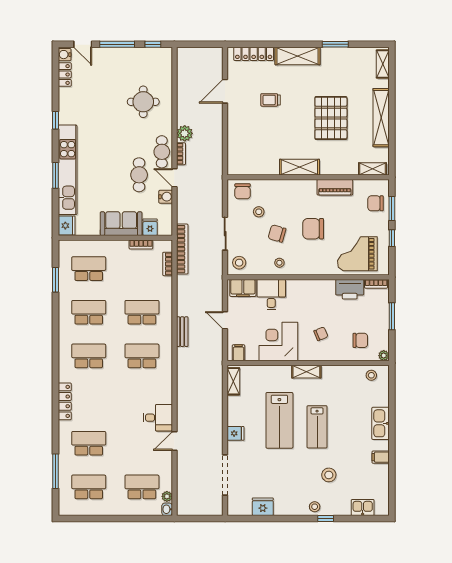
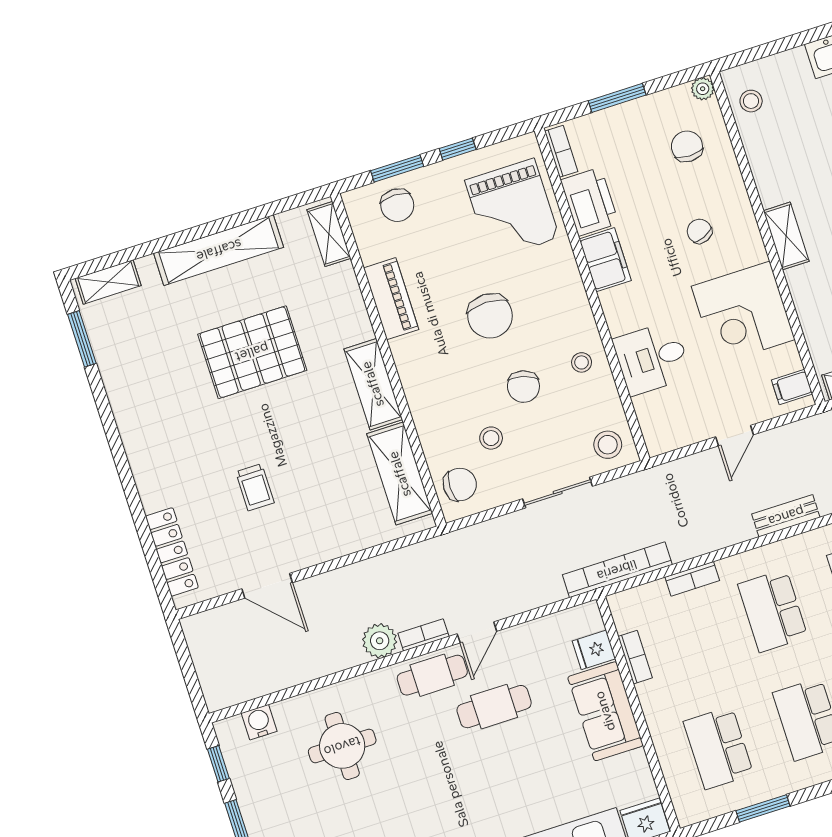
window: (335, 44) -> (82, 339), moved
shelving: (298, 56) -> (400, 474), moved
water cooler: (166, 197) -> (259, 722), moved
bookcase: (168, 264) -> (692, 579), moved
filing cabinet: (243, 288) -> (605, 260), moved

